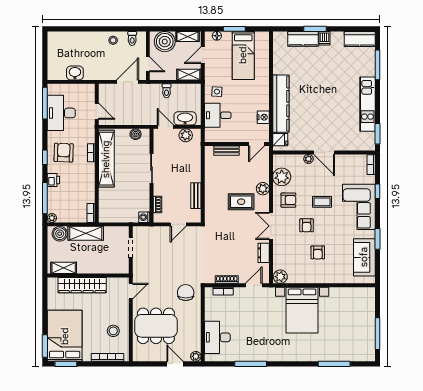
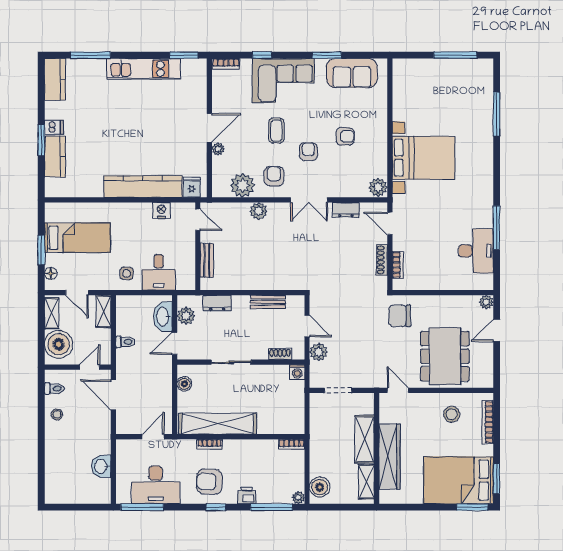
dresser: (195, 158) -> (217, 303), added
rug: (241, 202) -> (276, 240), removed
armchair: (307, 225) -> (308, 152), turned -90
shelving: (86, 233) -> (364, 439), moved
plant: (159, 233) -> (319, 352), added
desk: (217, 337) -> (476, 251), moved, turned -90

